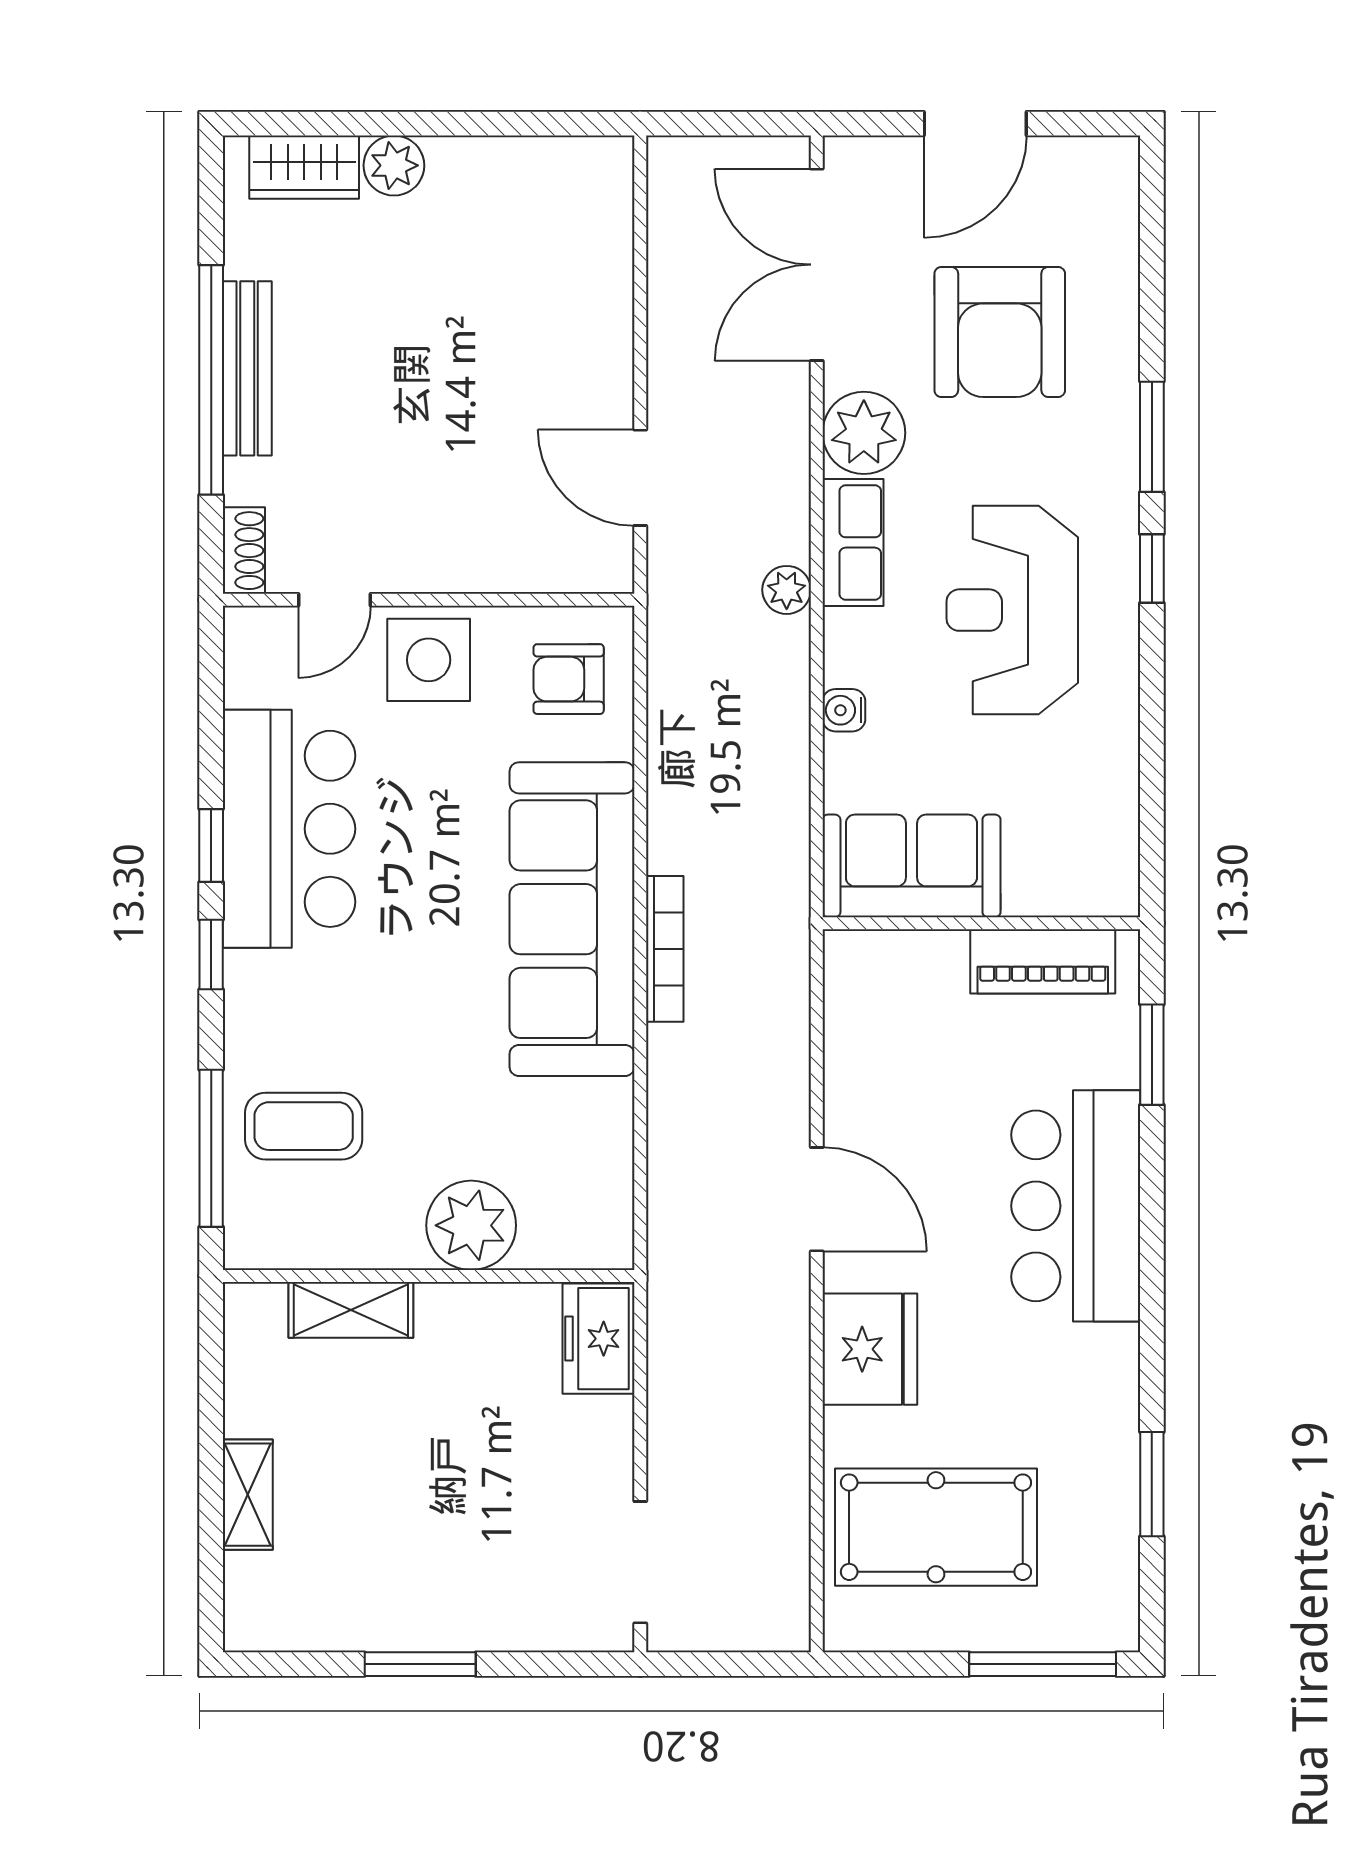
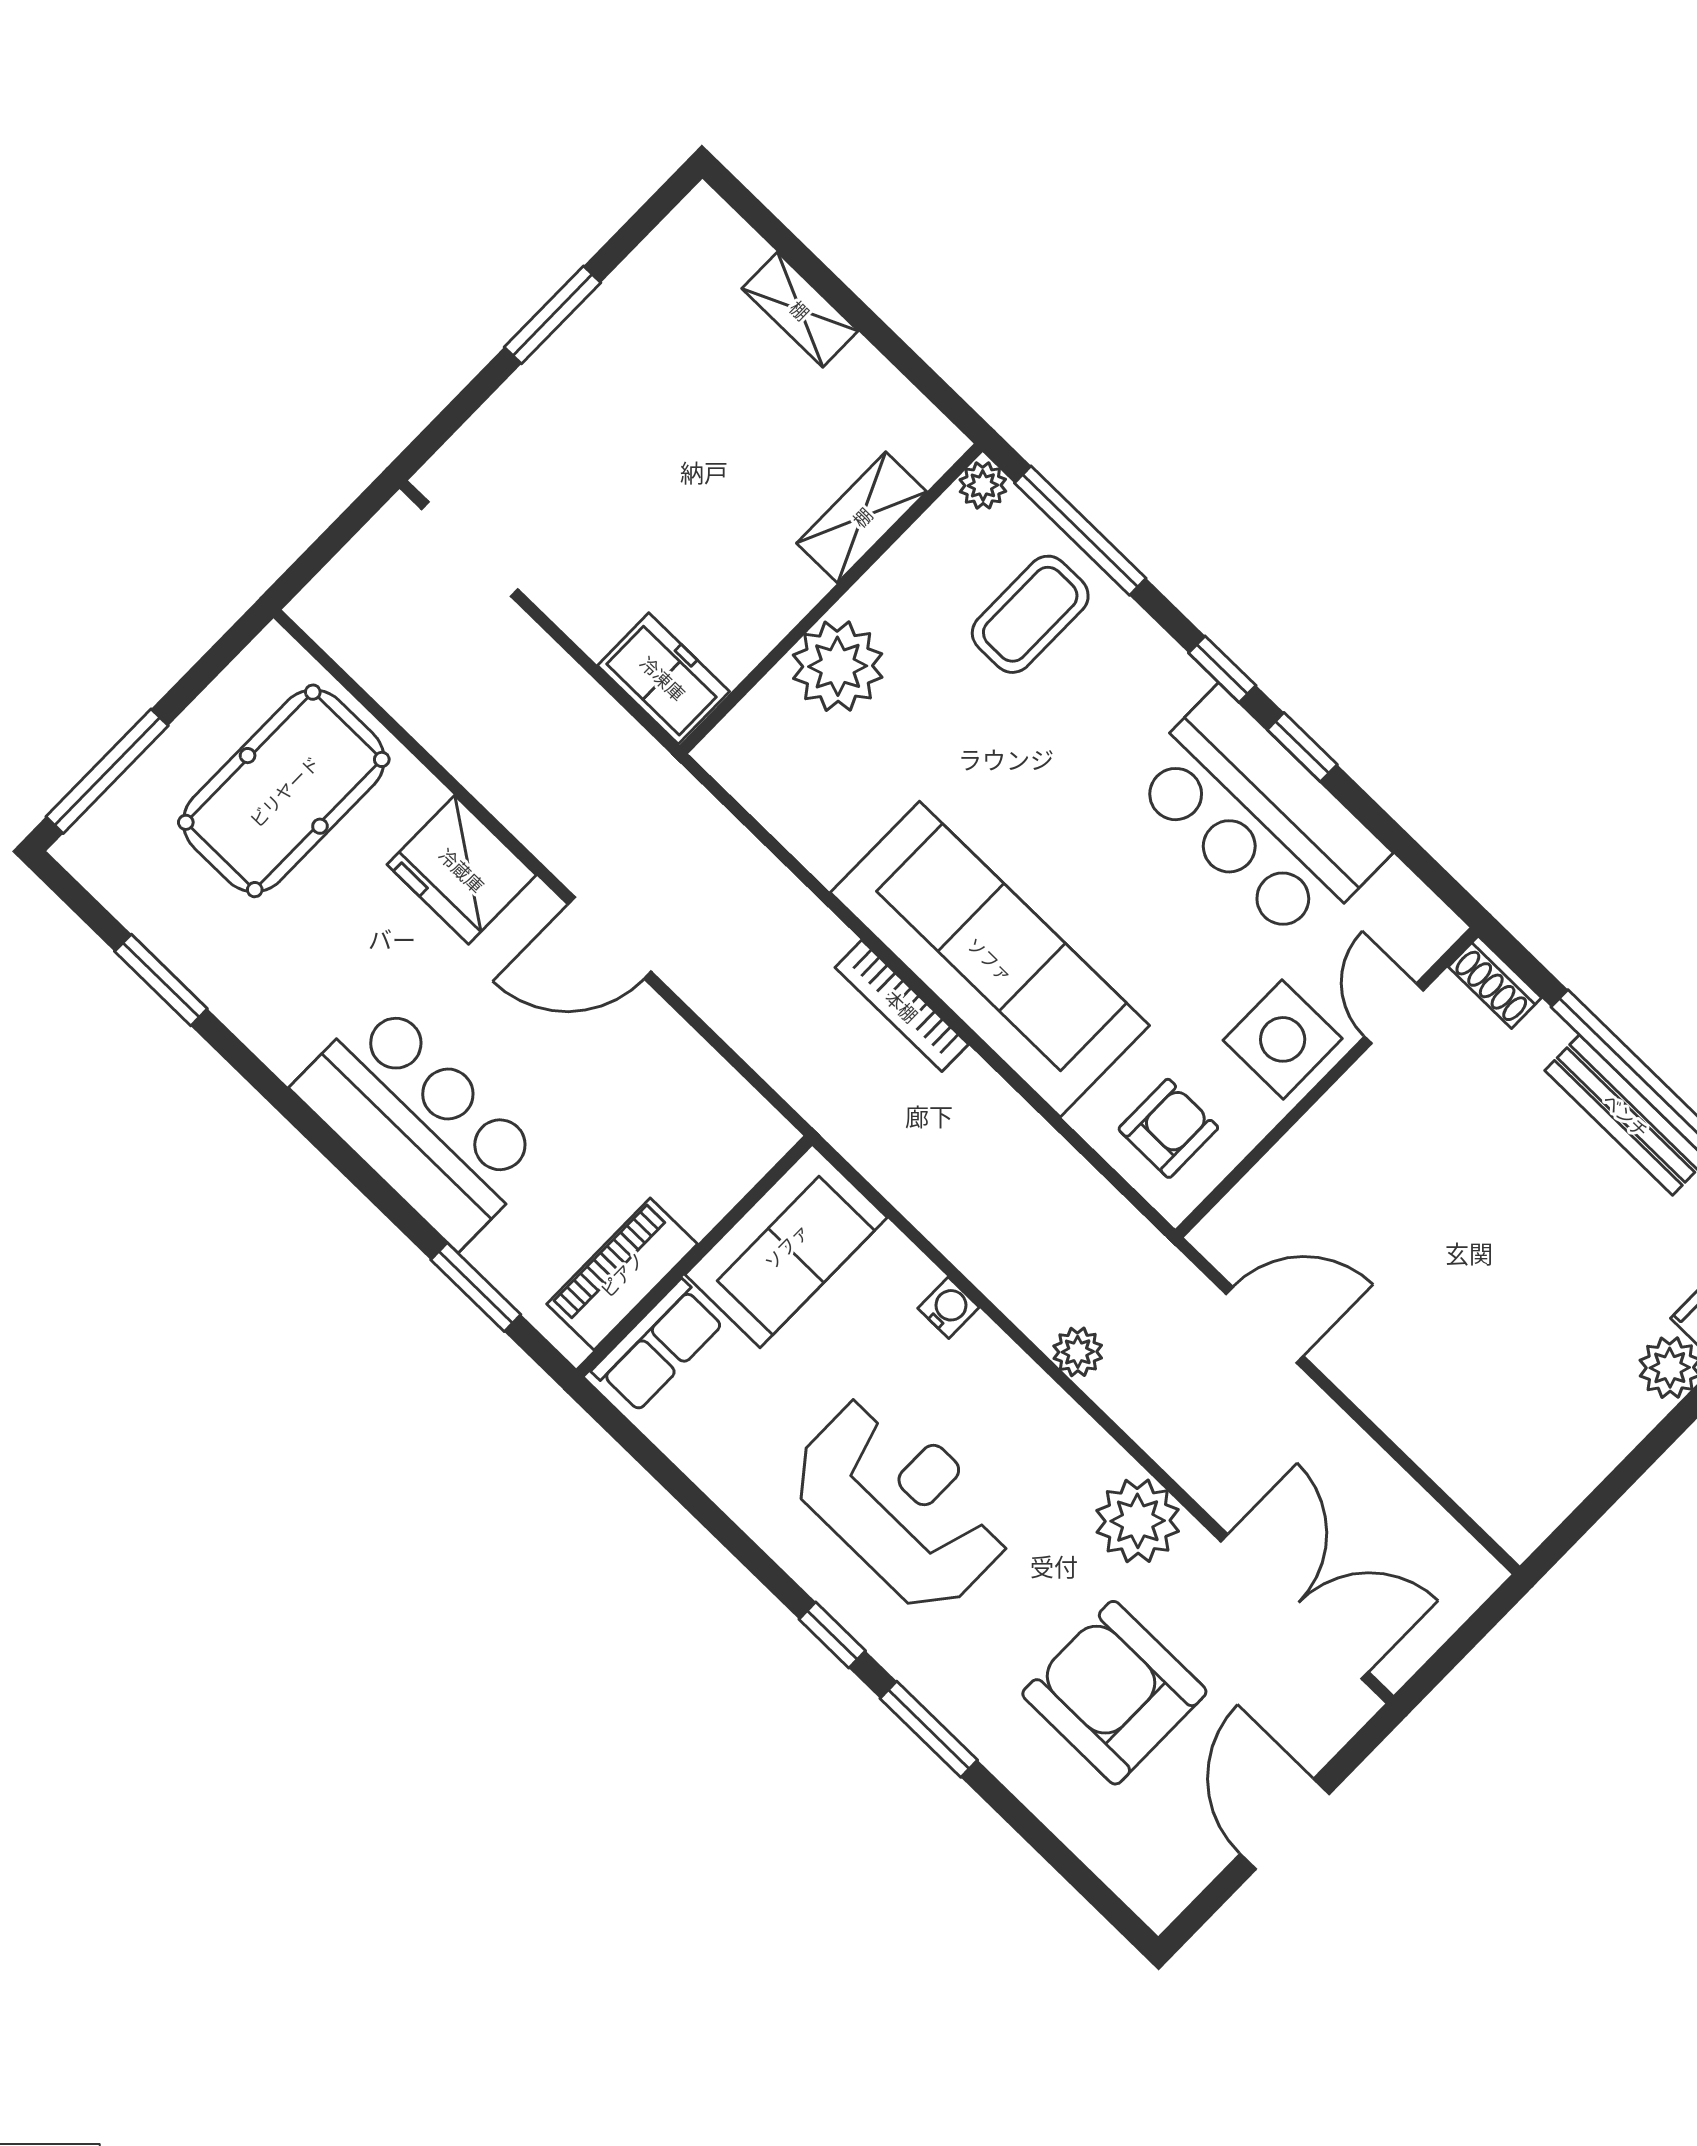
row of seats: (853, 542) -> (658, 1346), moved, turned -90
plant: (246, 1247) -> (983, 485), added

